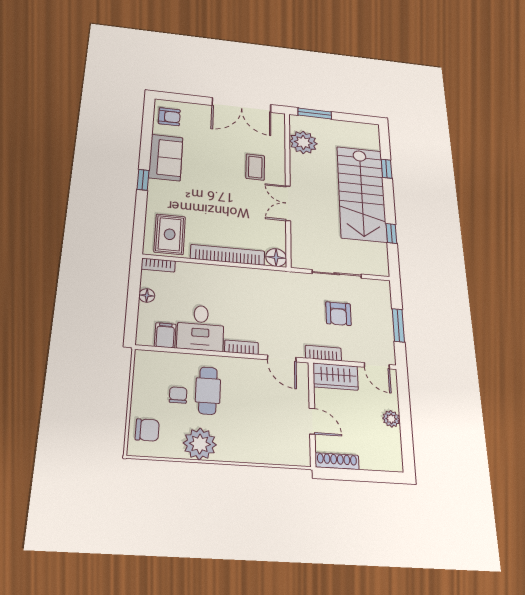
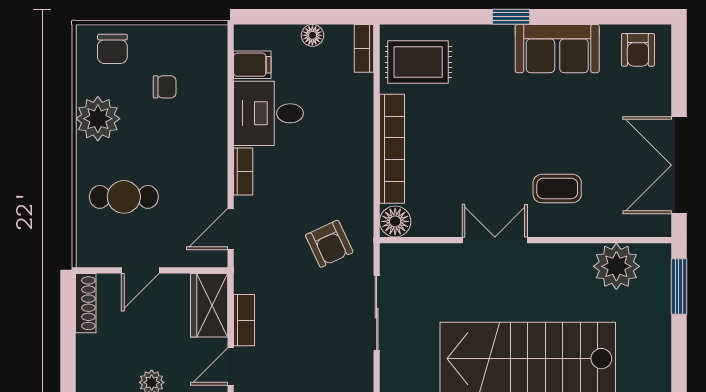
armchair: (338, 314) -> (329, 244), moved, turned -115
bookcase: (323, 353) -> (244, 320), moved
cafe table: (208, 391) -> (124, 197), moved

